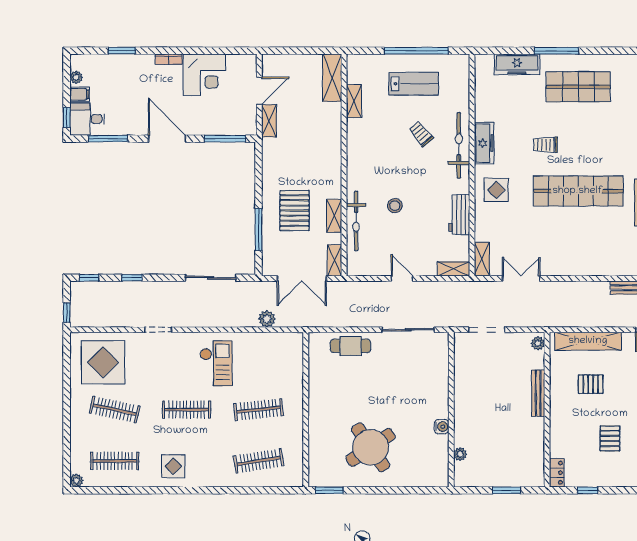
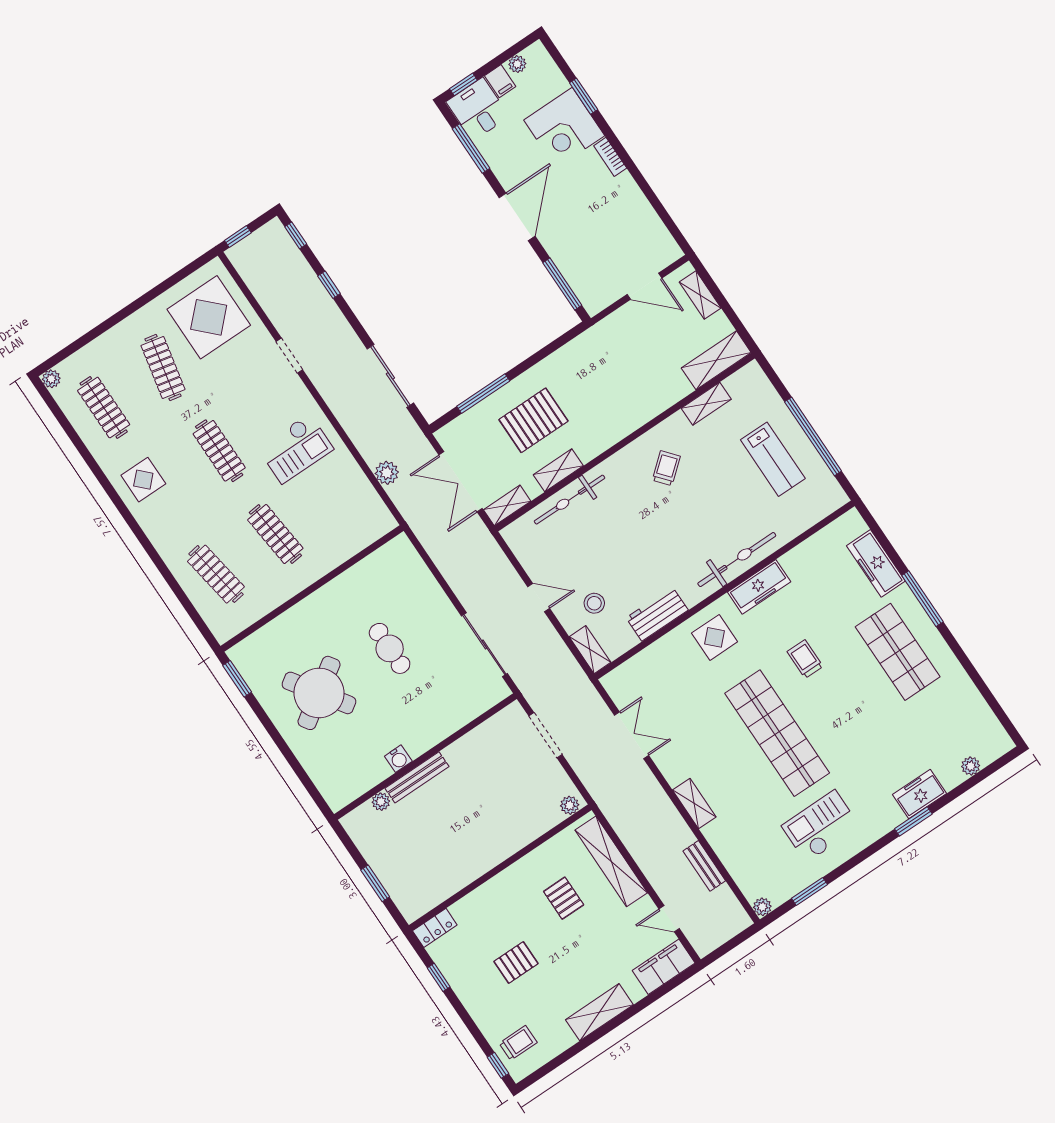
corner desk: (204, 75) -> (564, 128), moved
shelving: (269, 121) -> (700, 295), moved, turned 90
trolley: (421, 134) -> (666, 468), moved
stool: (395, 206) -> (594, 603), moved
shelving: (482, 259) -> (694, 804), moved, turned 90
door: (402, 279) -> (539, 597), hinge flipped
cafe table: (350, 346) -> (390, 648), moved
bench: (538, 393) -> (417, 777), moved

